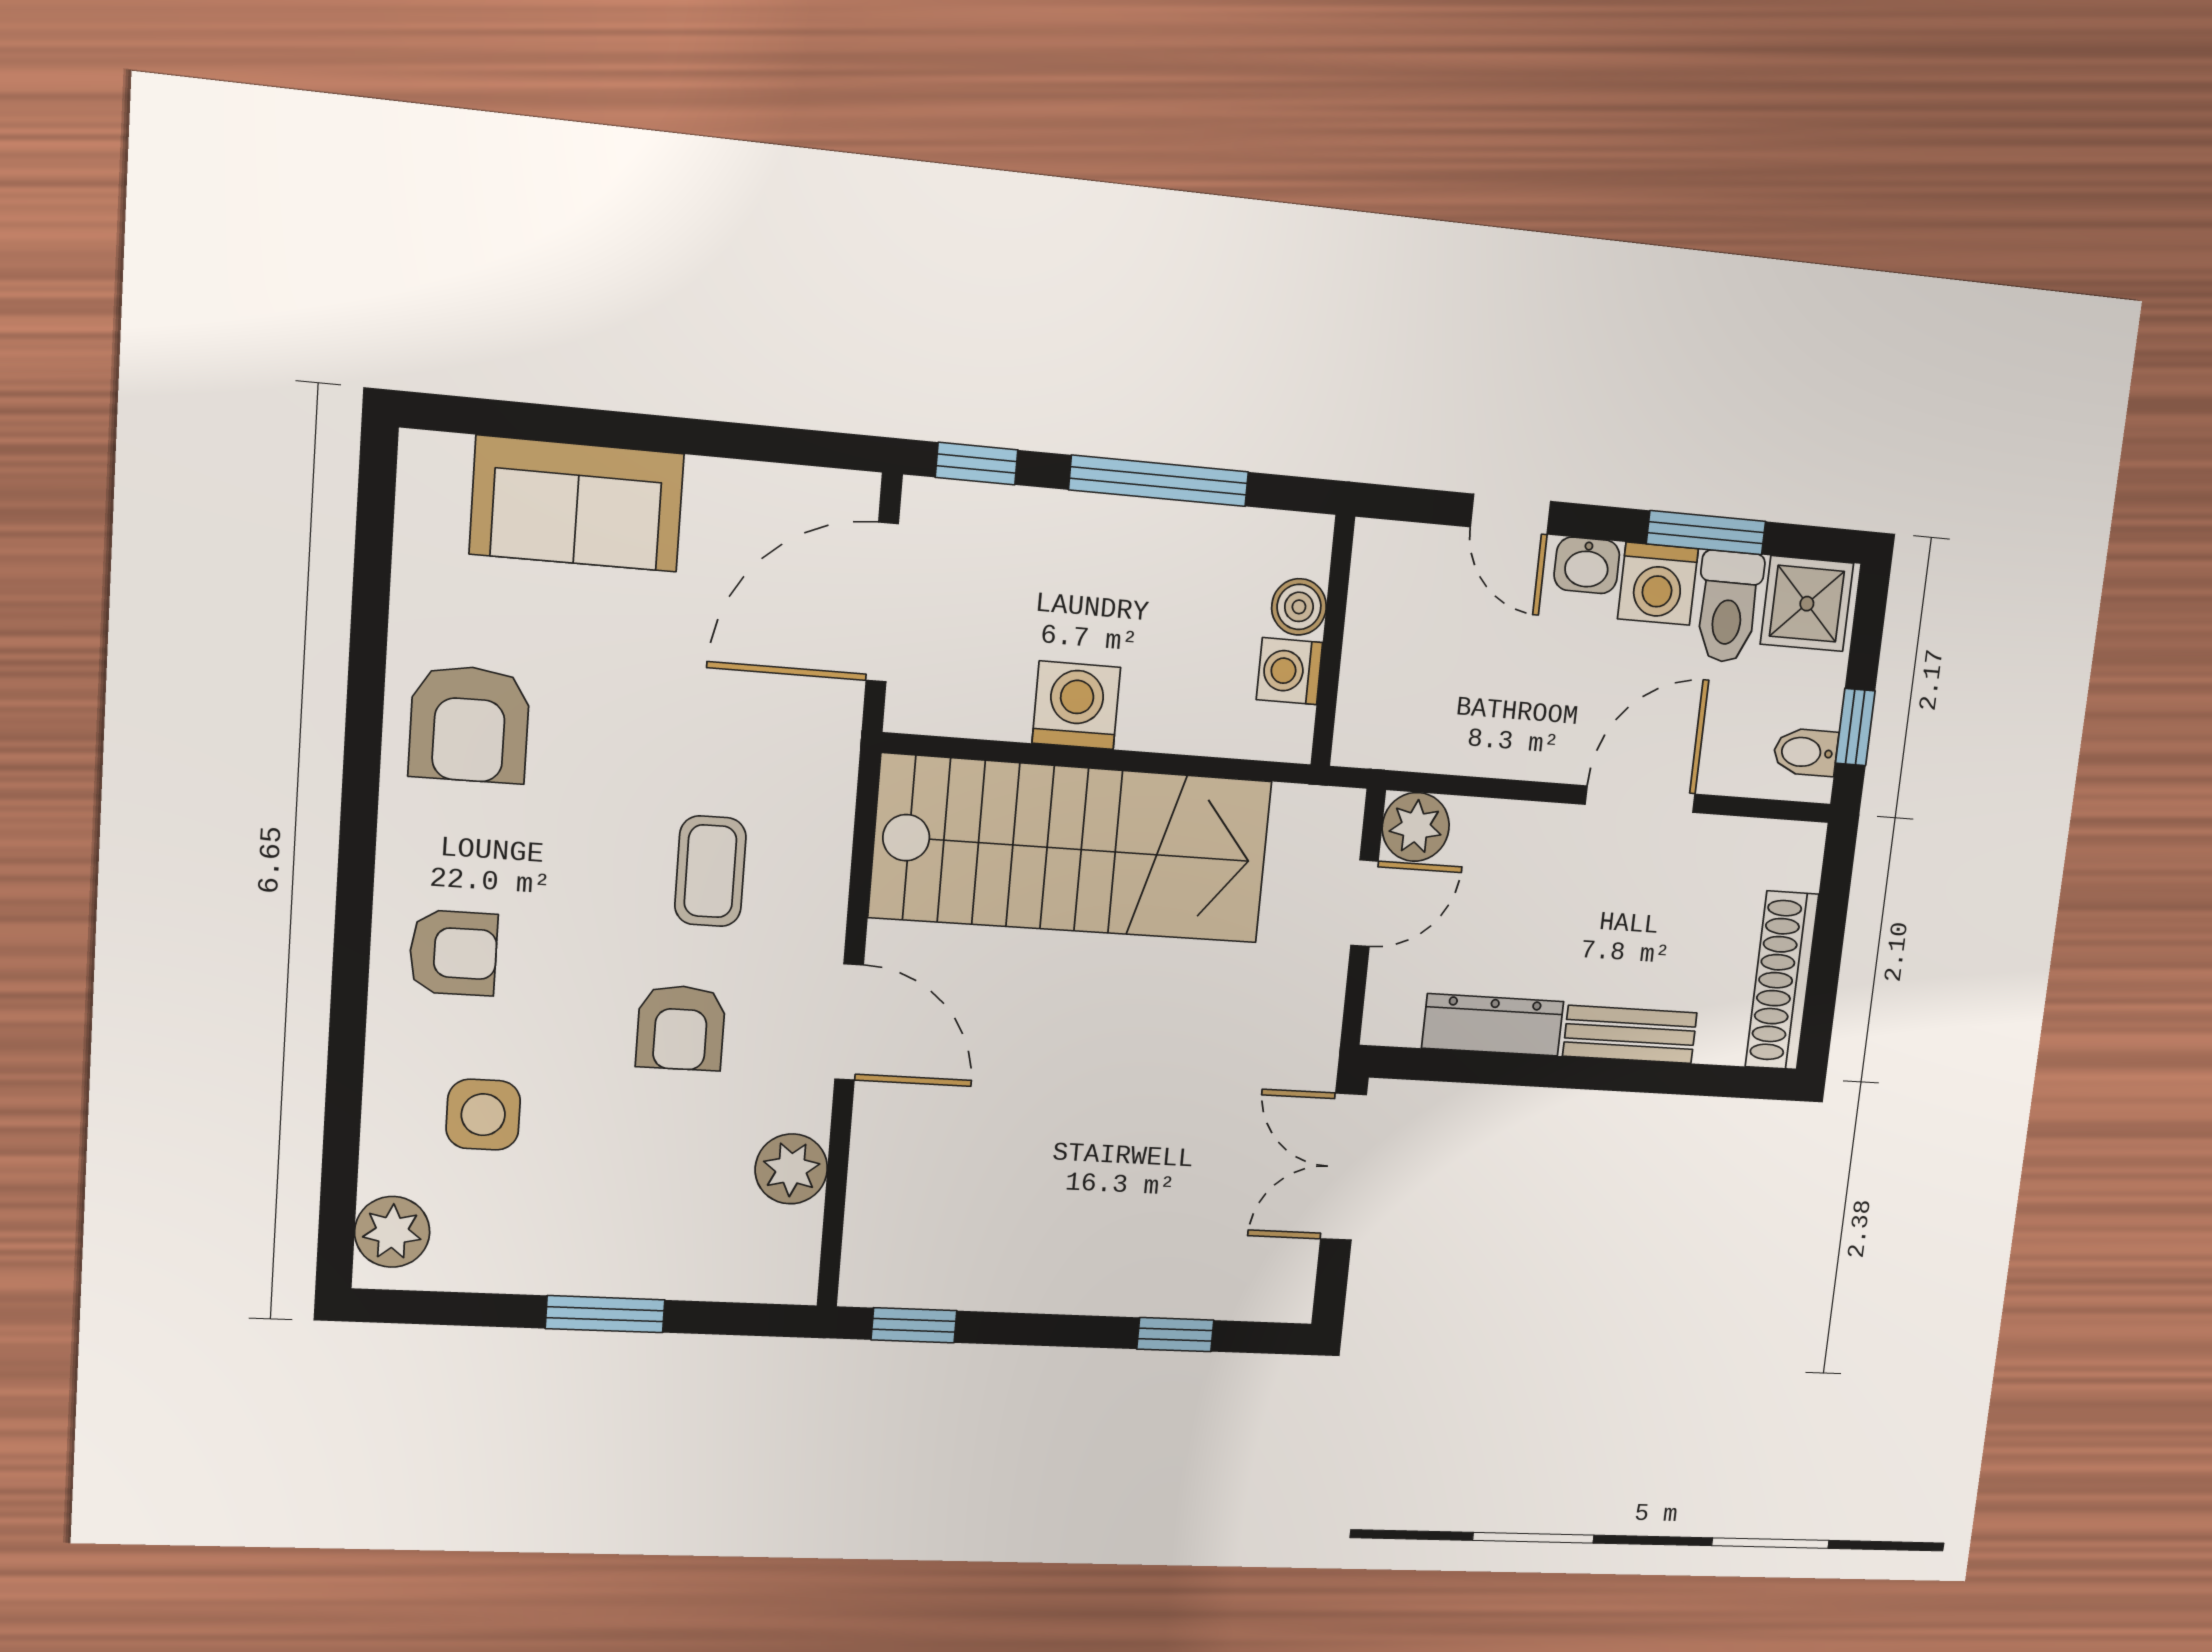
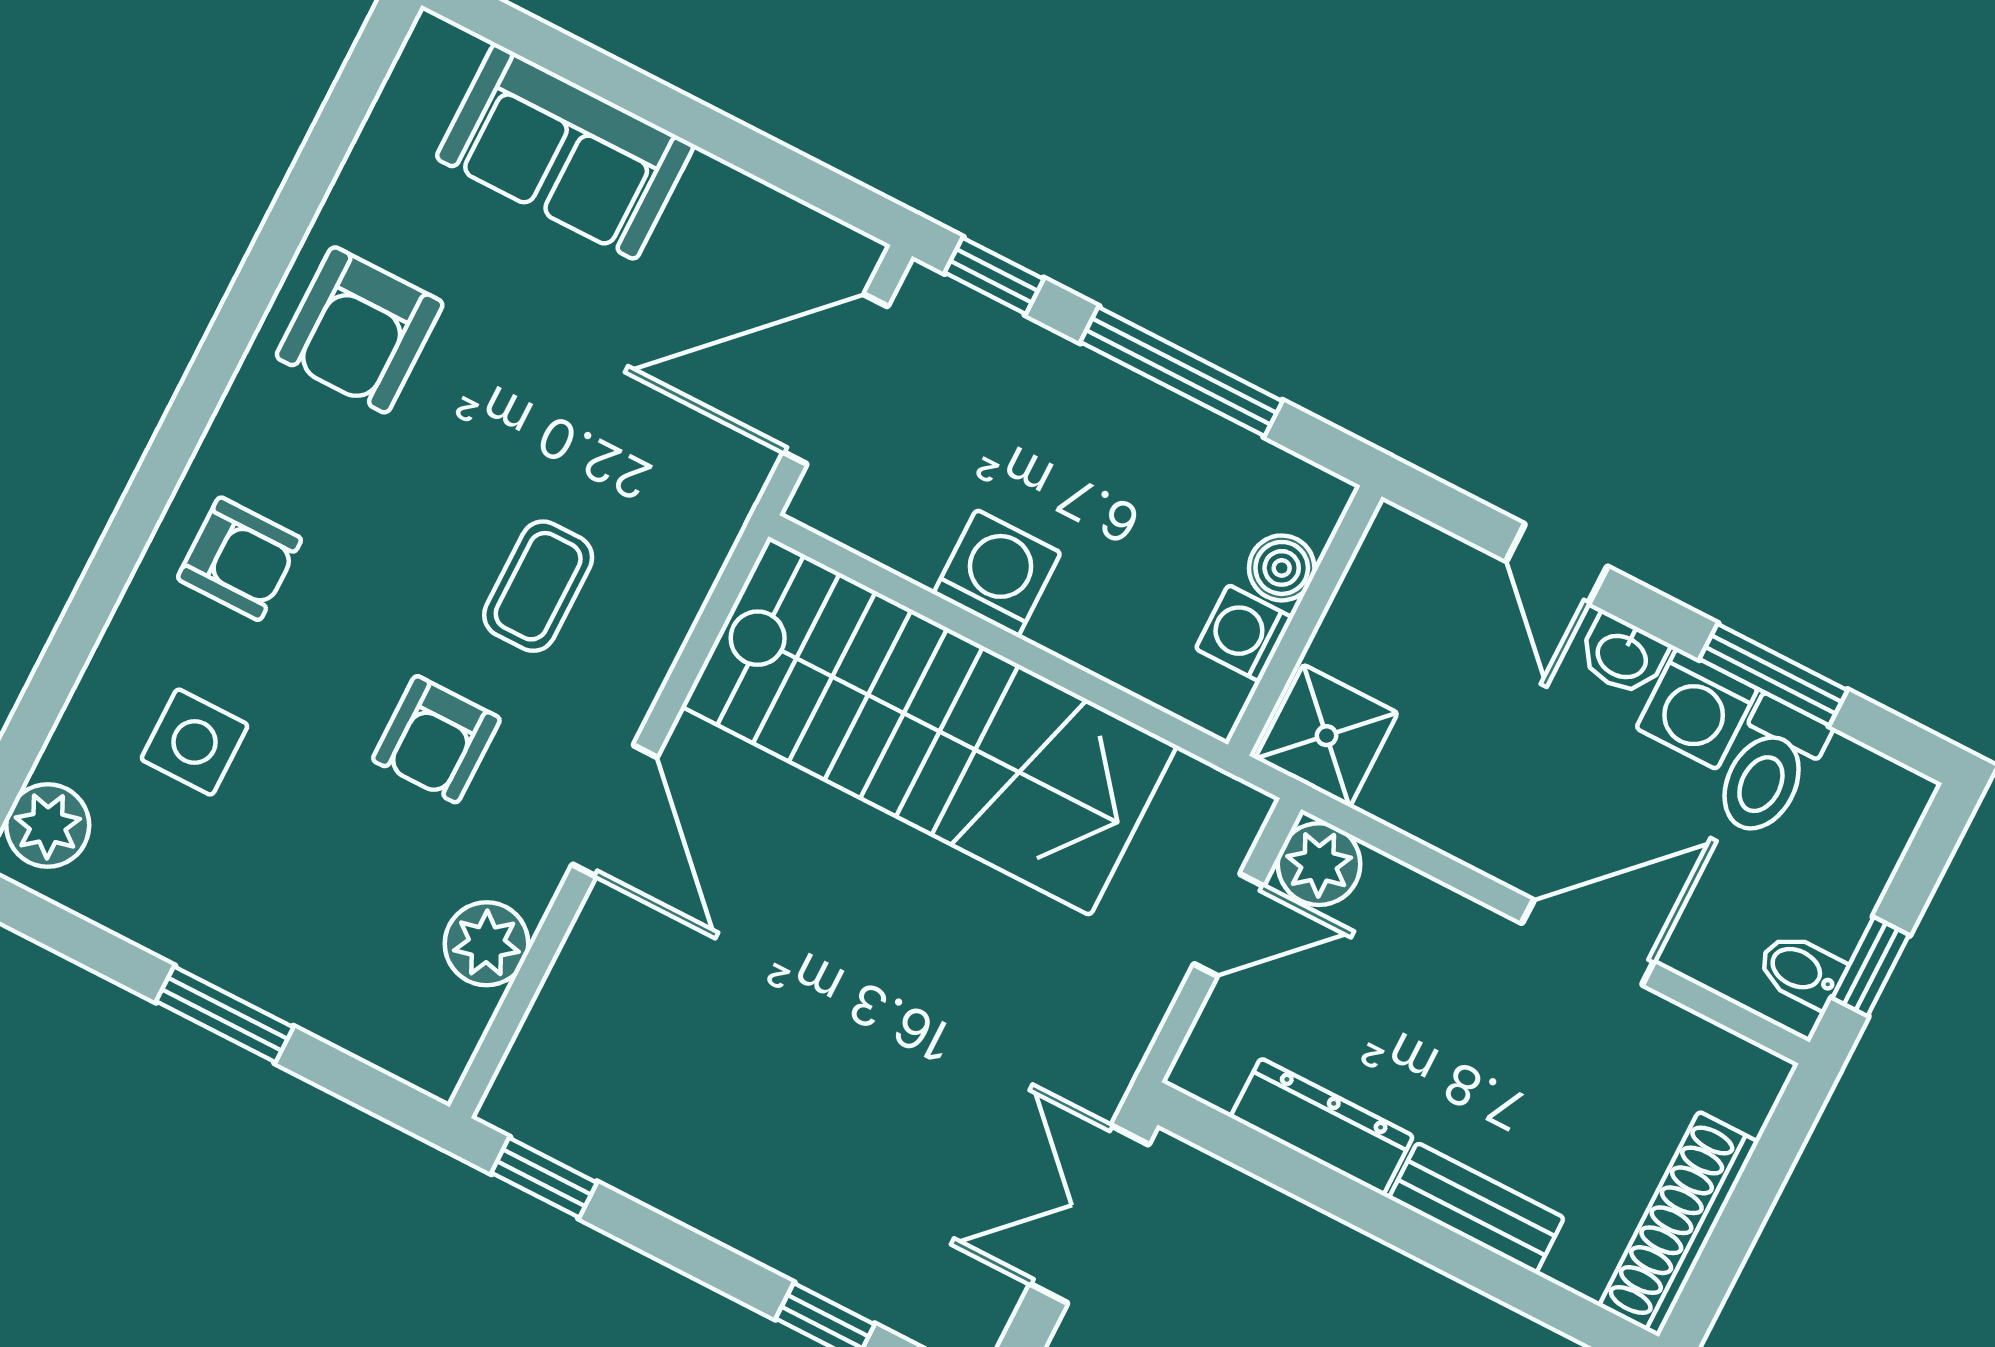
shower: (1807, 604) -> (1327, 736), moved

